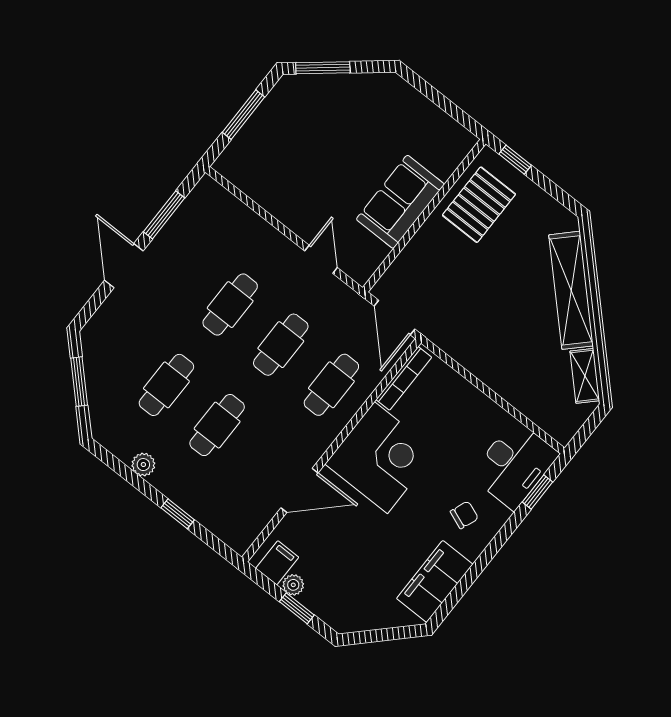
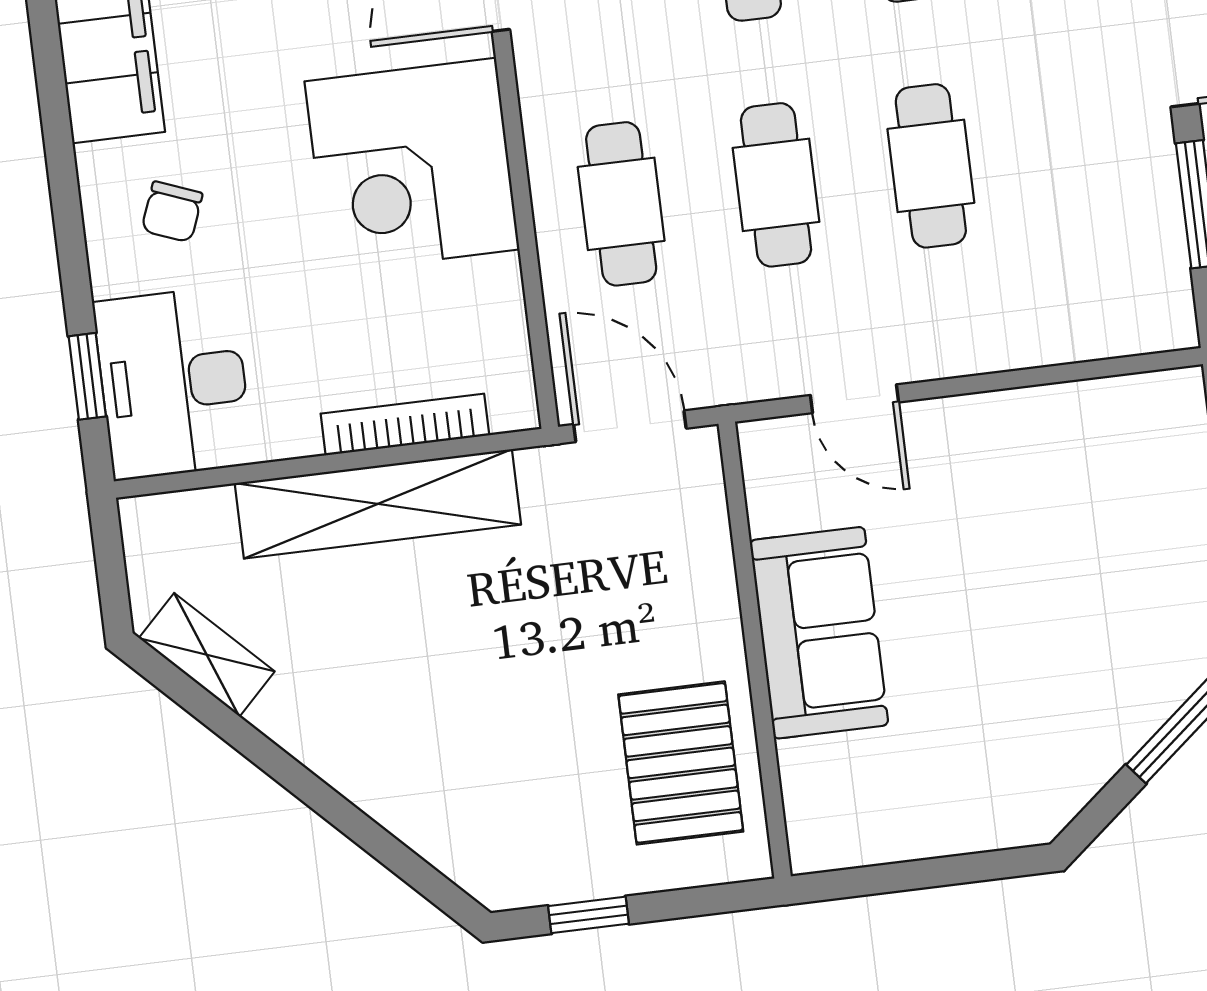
window: (515, 160) -> (588, 915), moved
shelving: (571, 290) -> (378, 504), moved, turned -45
bookcase: (404, 378) -> (405, 424), moved, turned 90

